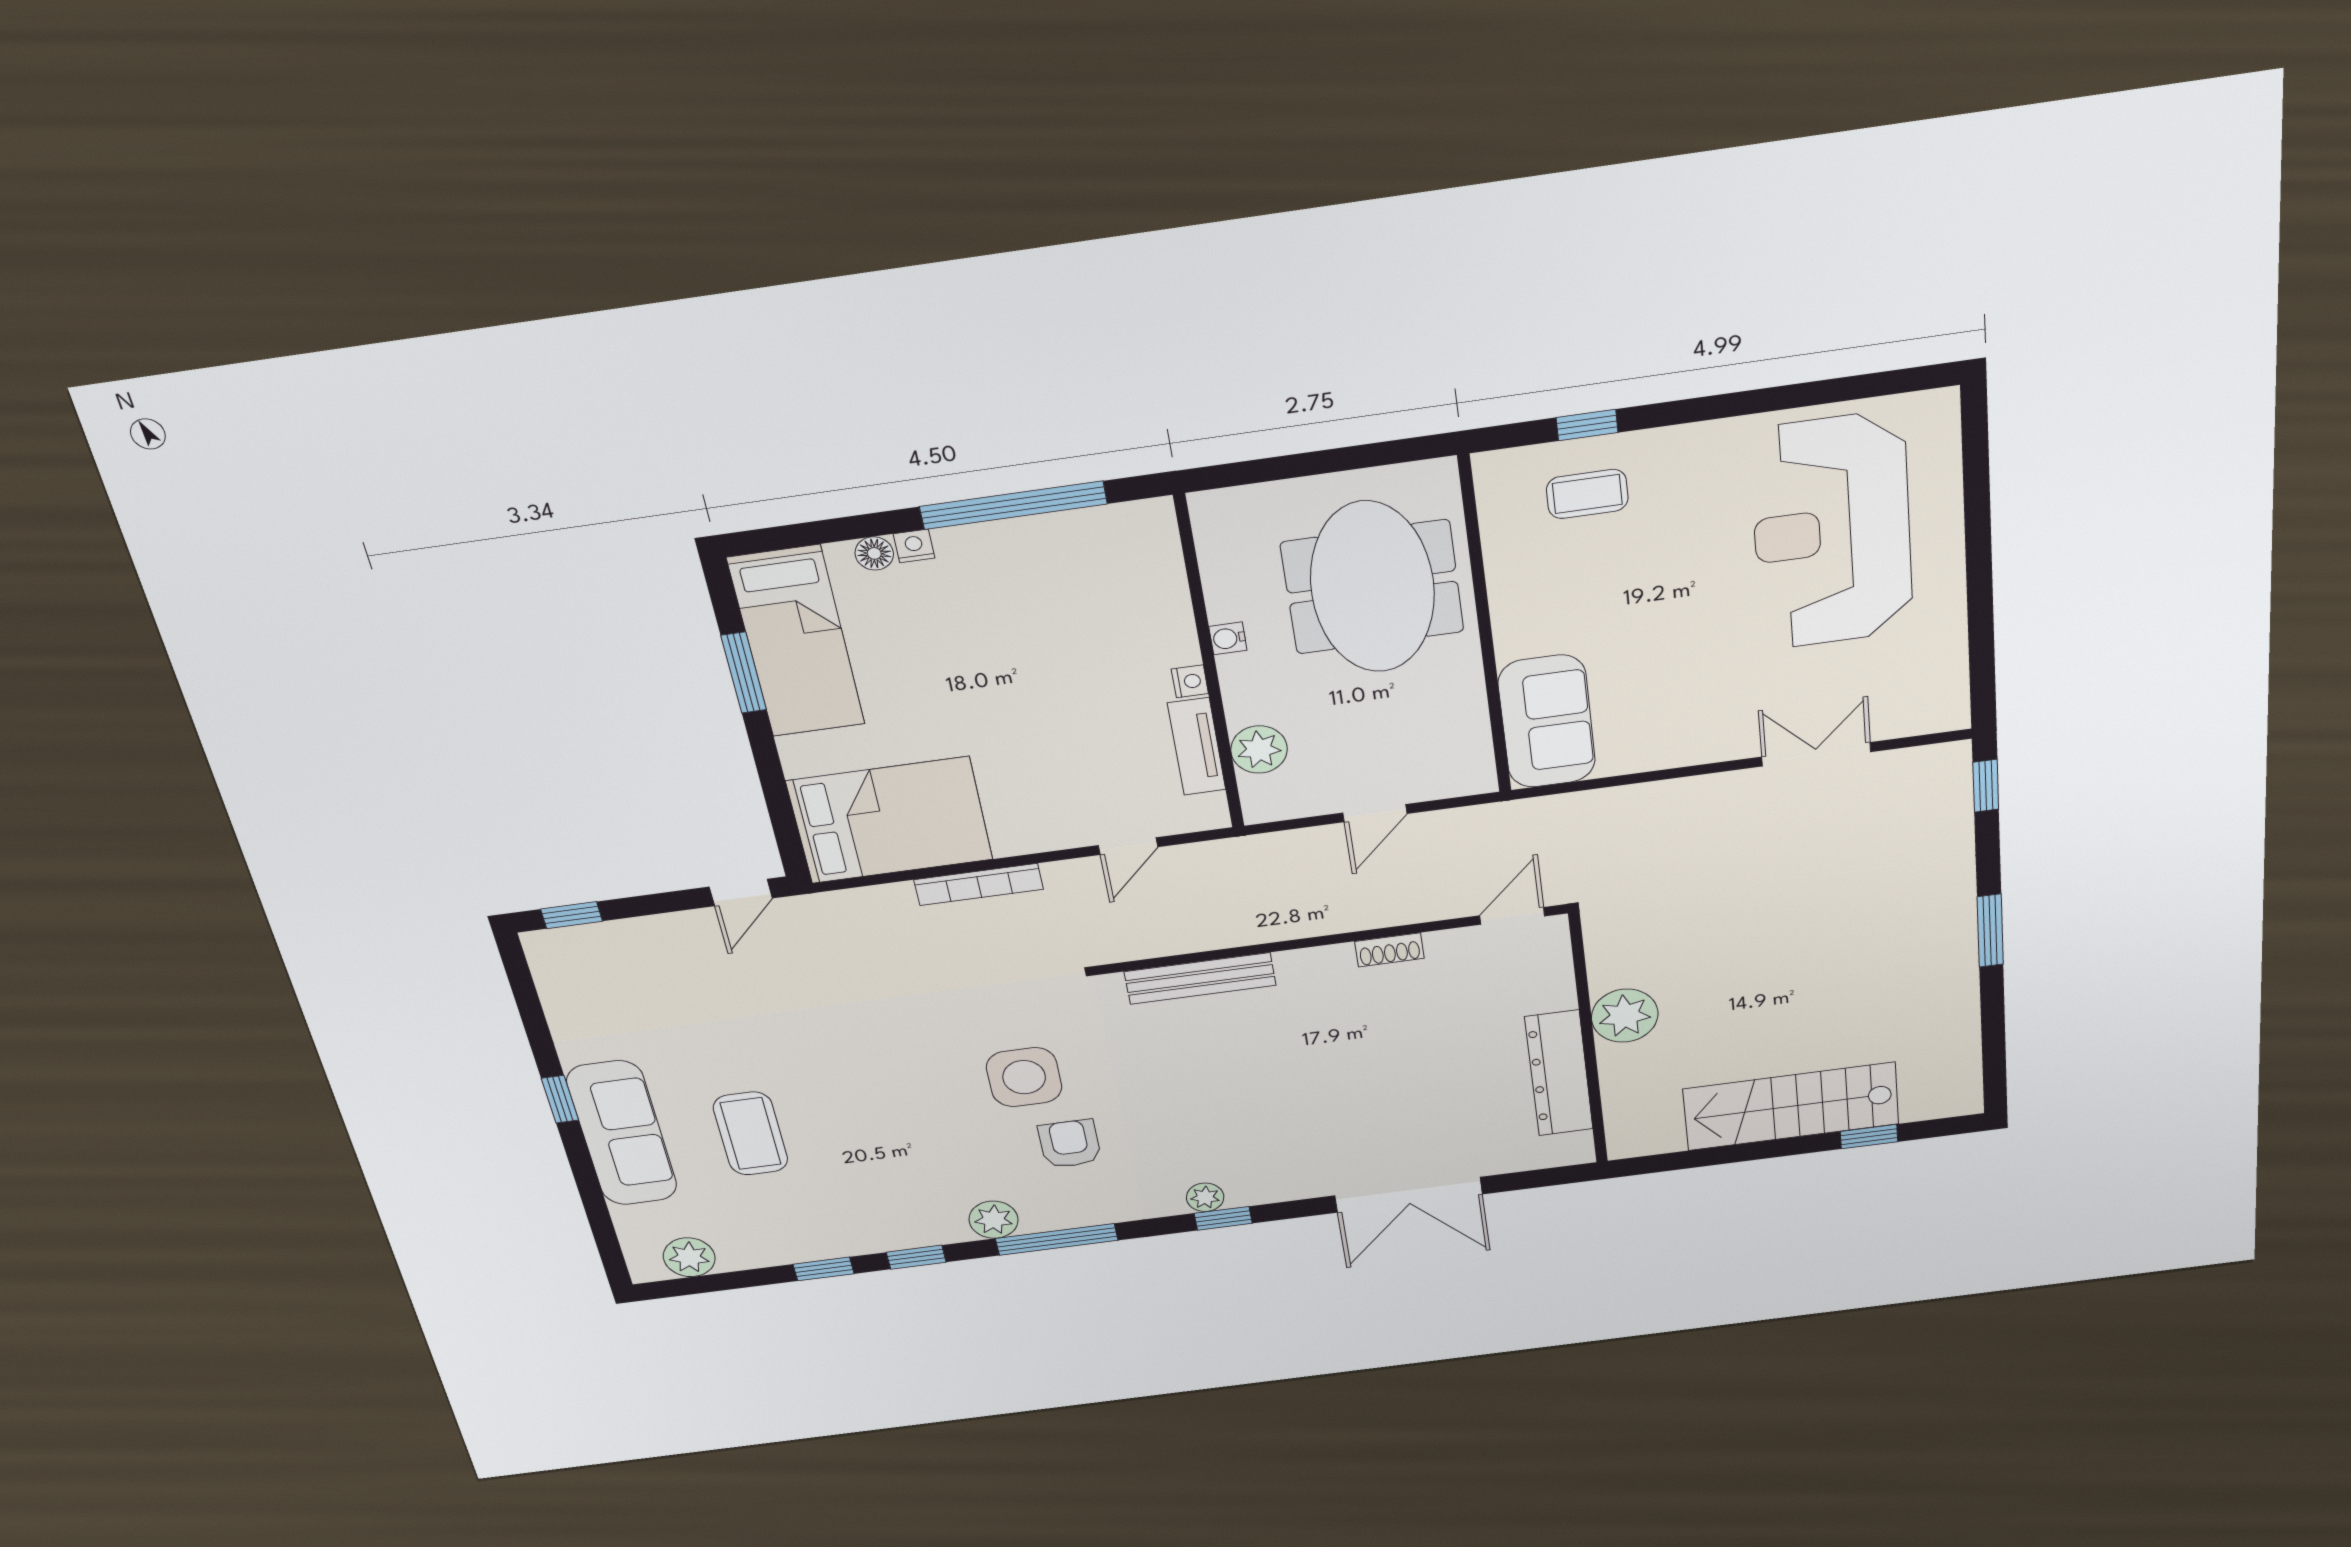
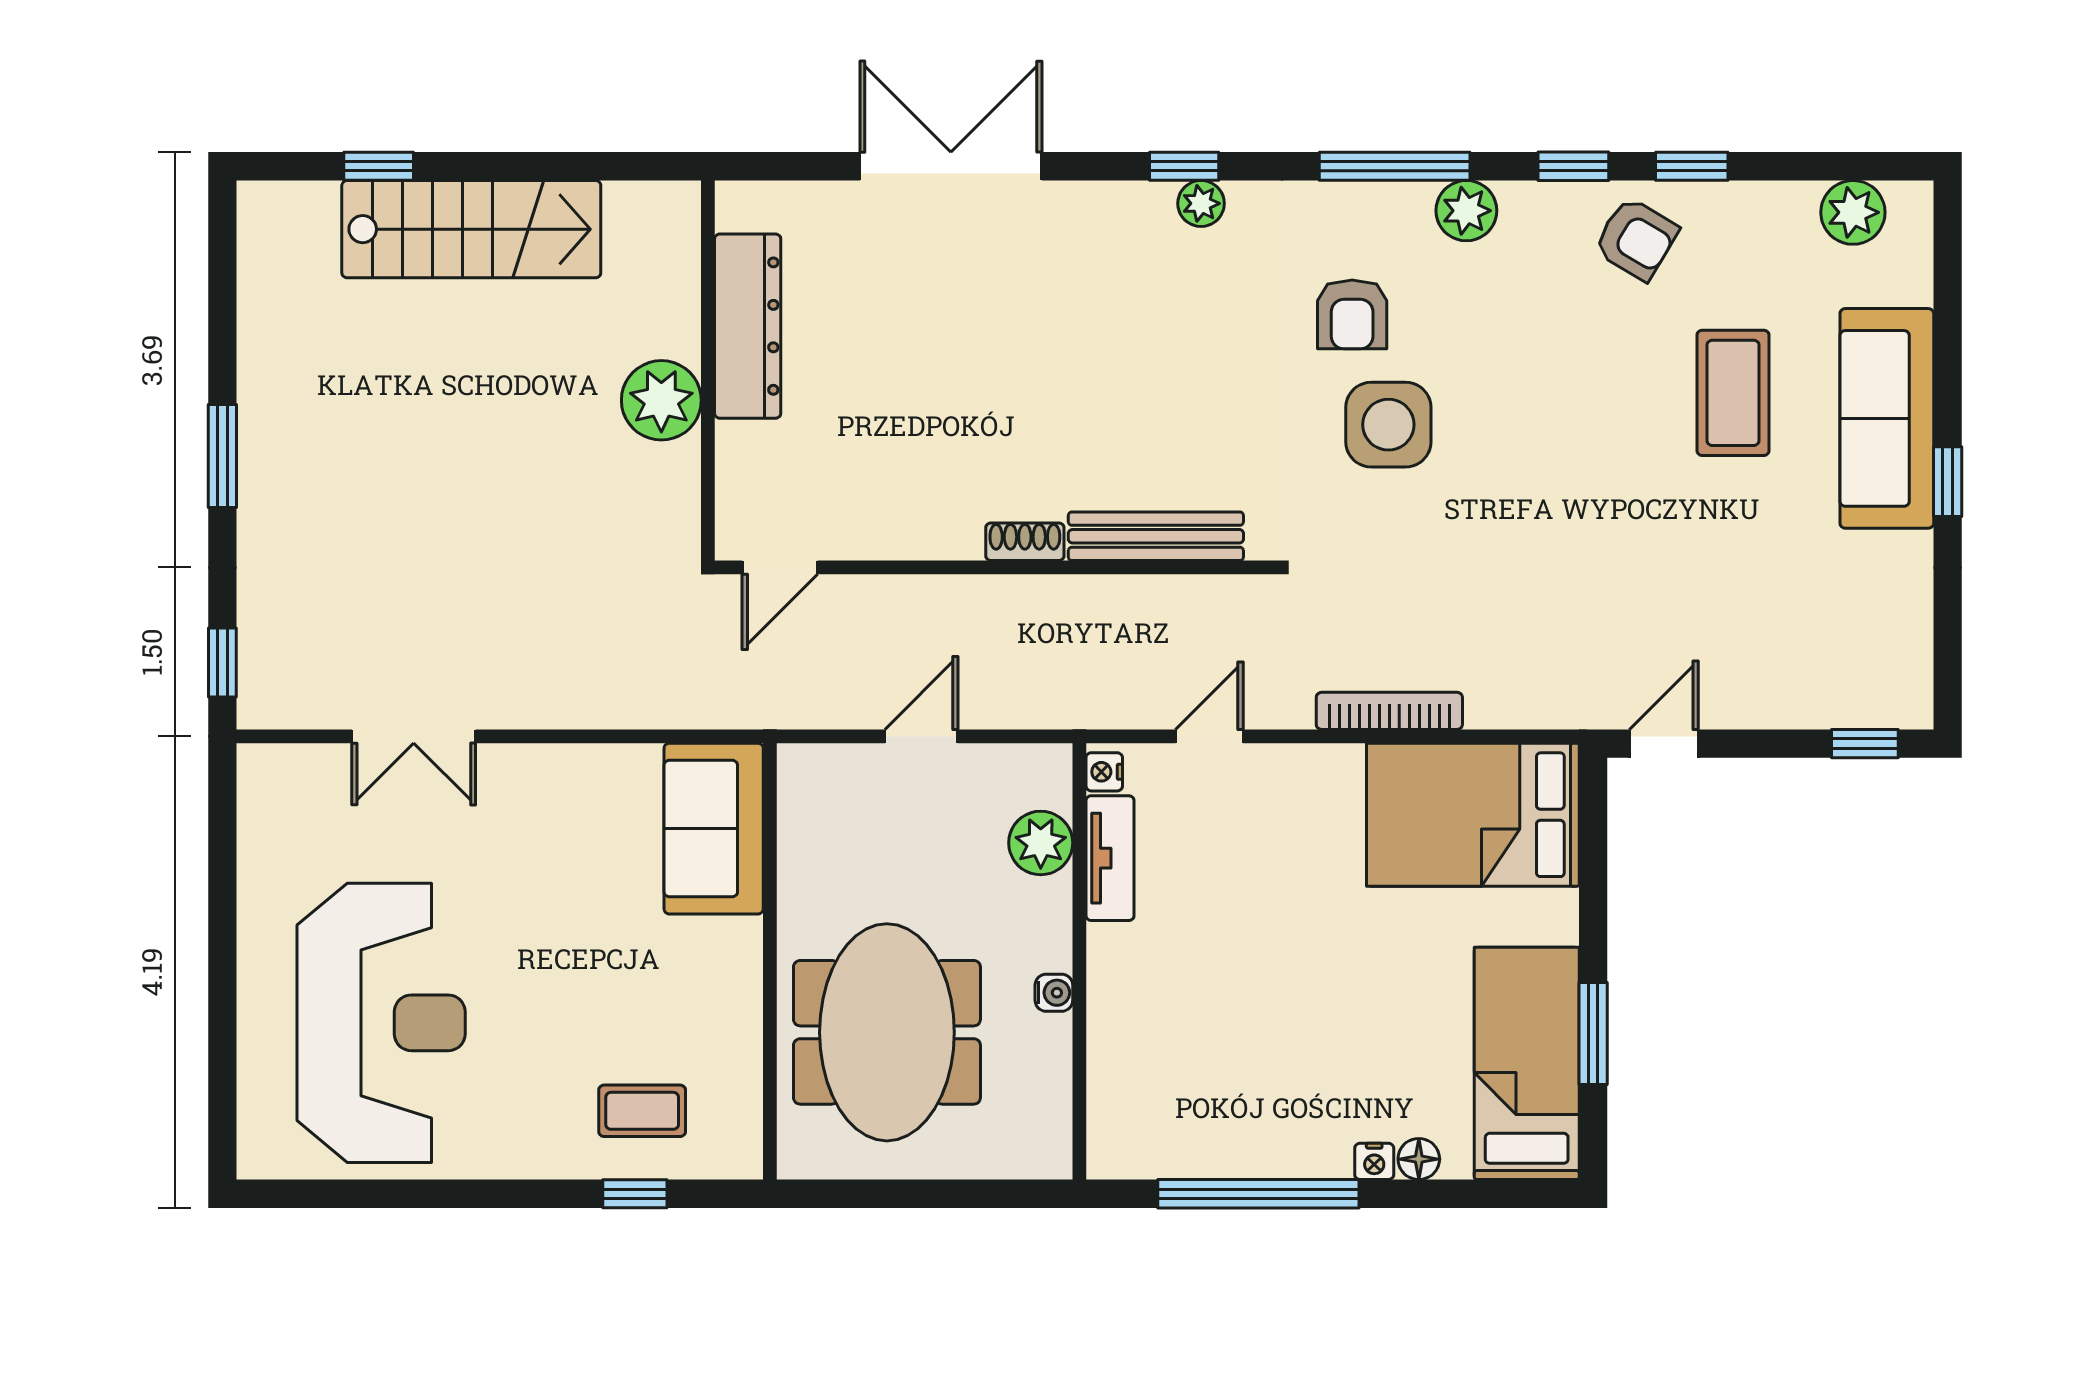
nightstand: (1190, 681) -> (1104, 772), moved
shoe rack: (1389, 950) -> (1025, 542), moved
armchair: (855, 1220) -> (1636, 239), added

